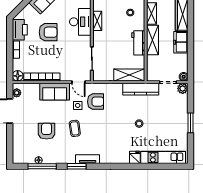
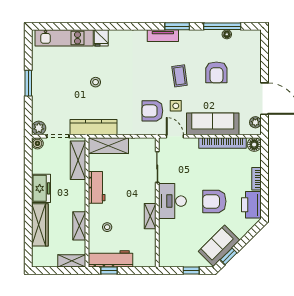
desk: (80, 22) -> (172, 201), moved
shelving: (153, 40) -> (78, 160), moved
sofa: (55, 92) -> (213, 124), width x1.36

